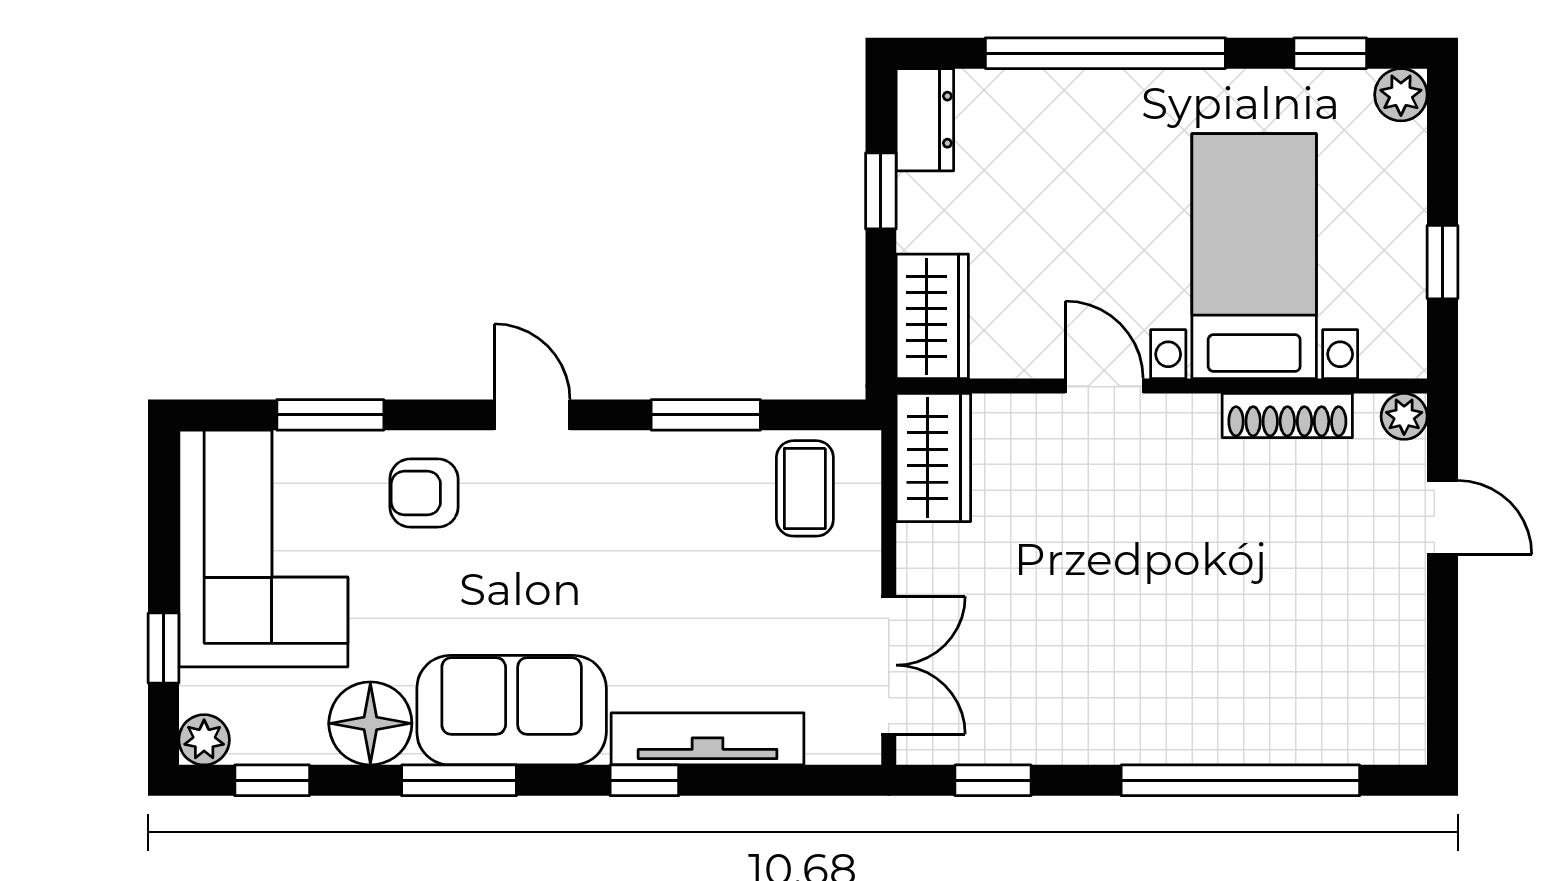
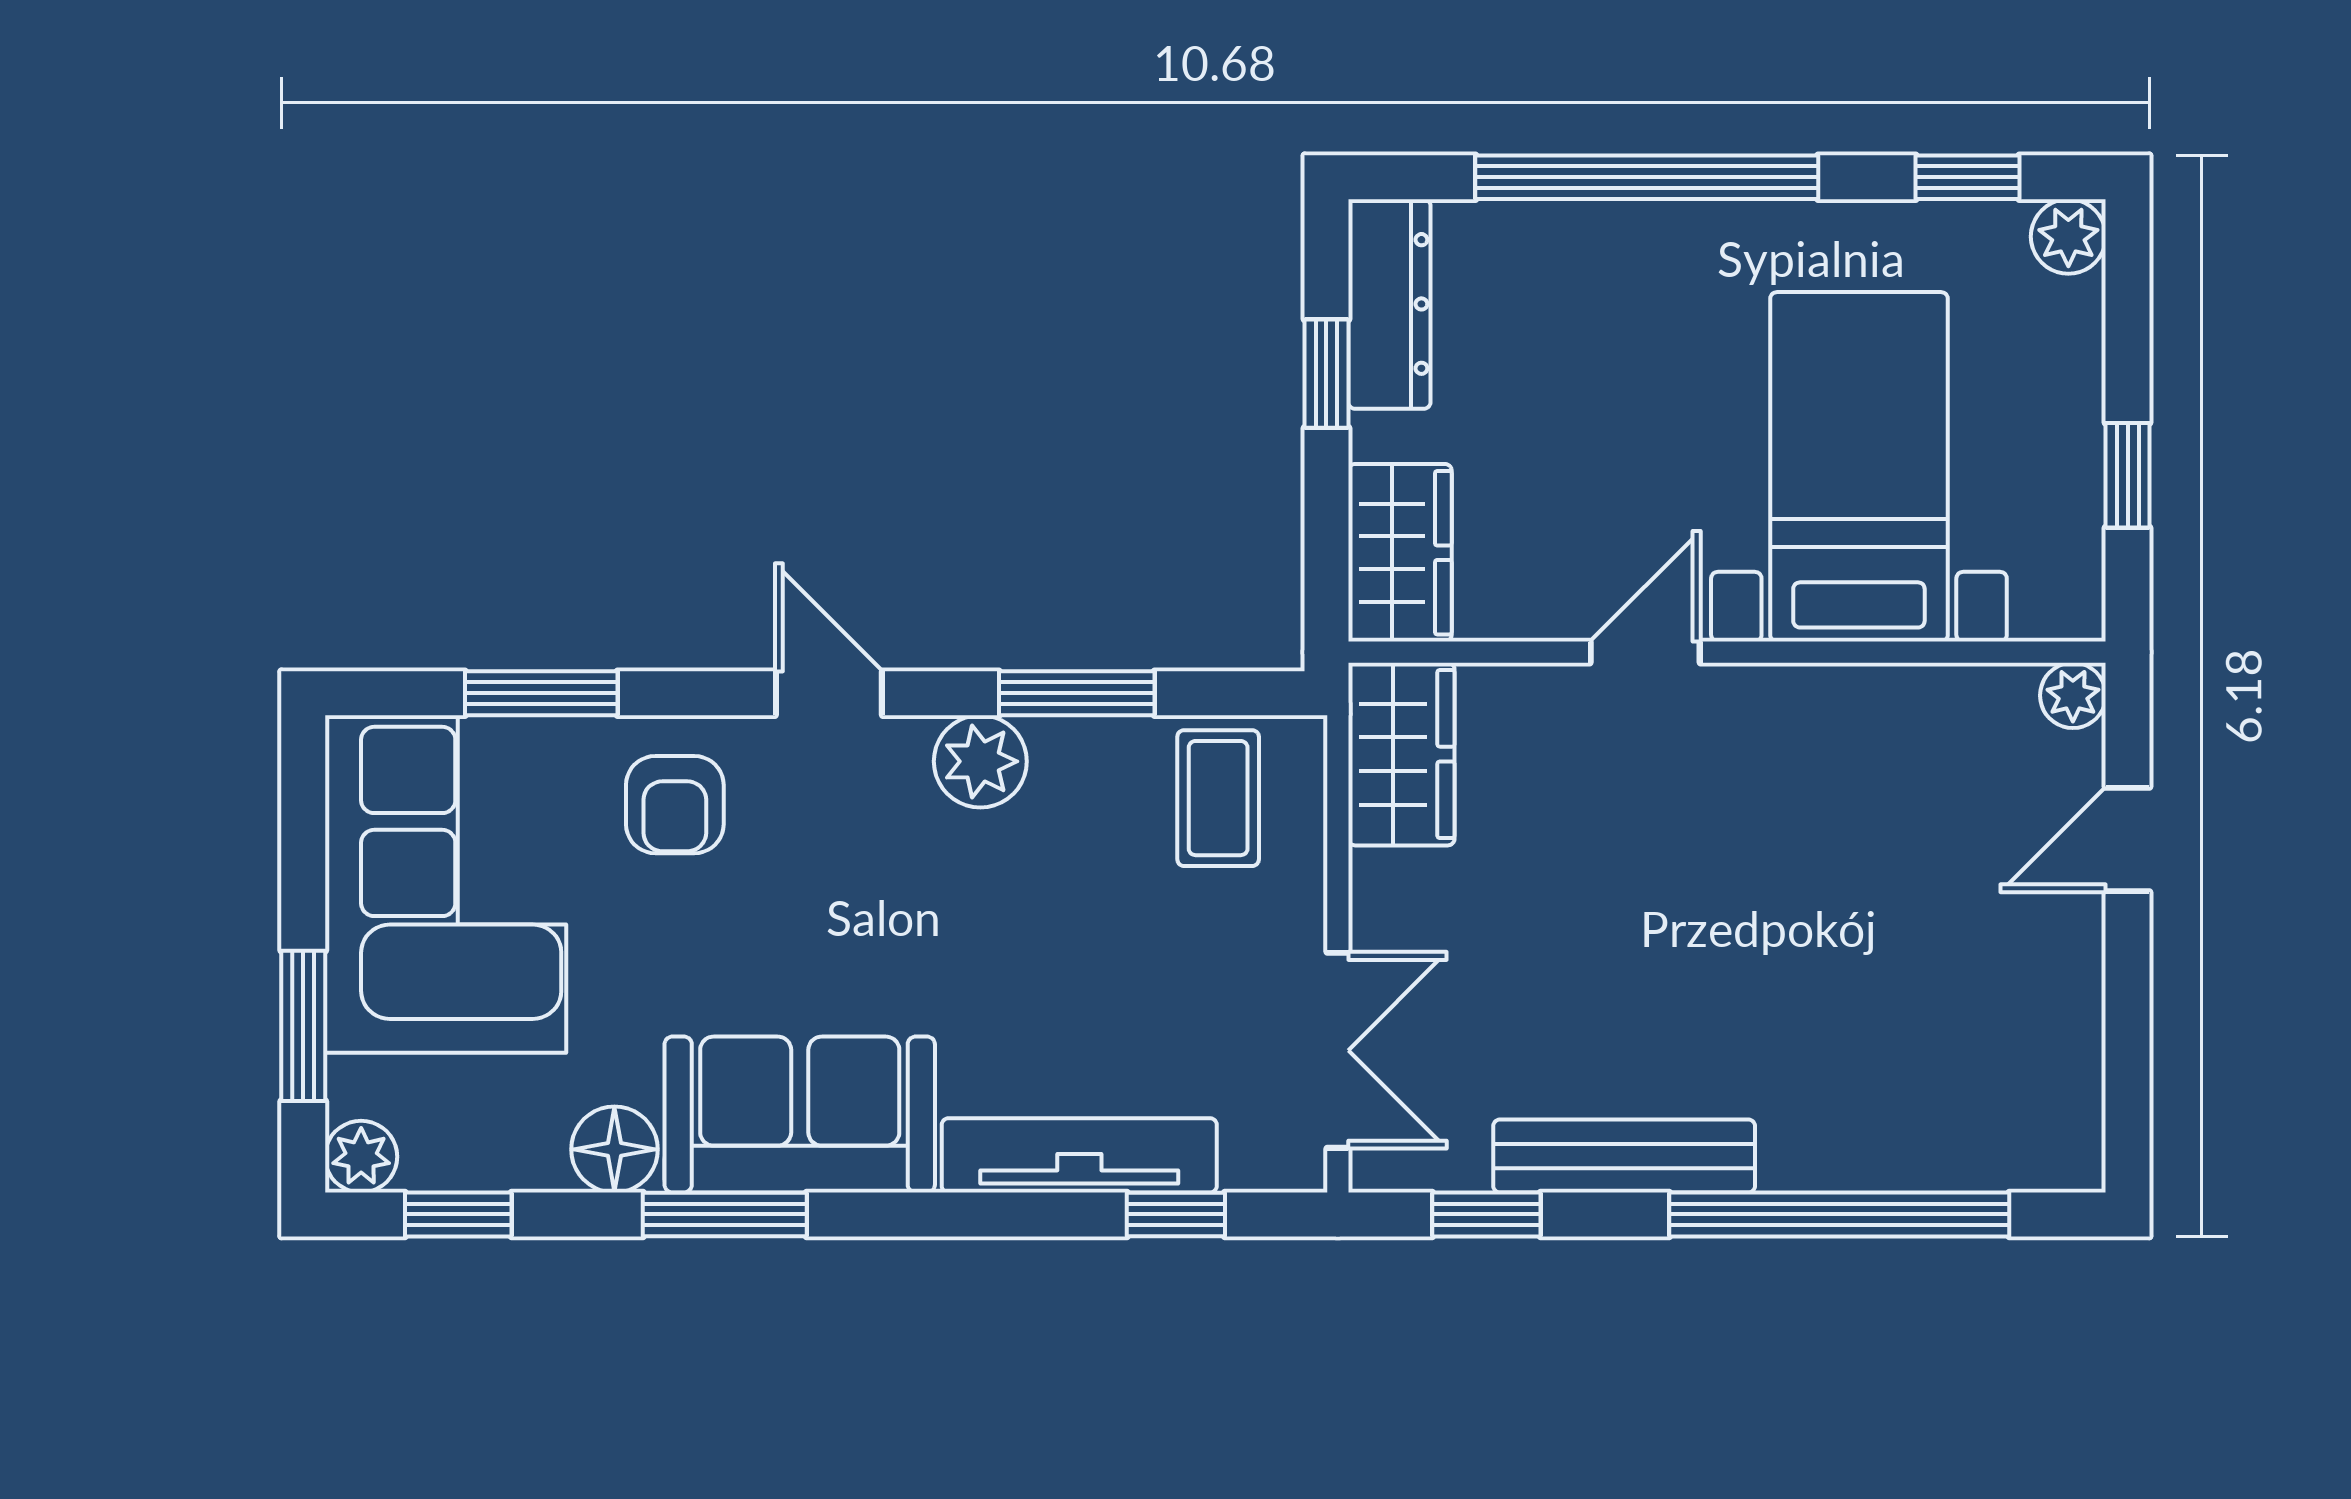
dresser: (925, 120) -> (1389, 304), width x1.44
door: (1104, 386) -> (1645, 652), hinge flipped
shoe rack: (1287, 416) -> (1906, 694), removed
plant: (638, 463) -> (980, 761), added
armchair: (424, 493) -> (675, 805), turned -90
door: (1442, 517) -> (2128, 840), swing flipped
window: (164, 648) -> (303, 1026), width x1.50
floor lamp: (370, 723) -> (614, 1149), width x0.73, depth x0.73
bench: (1089, 739) -> (1624, 1156), added
window: (644, 780) -> (1176, 1214), moved

